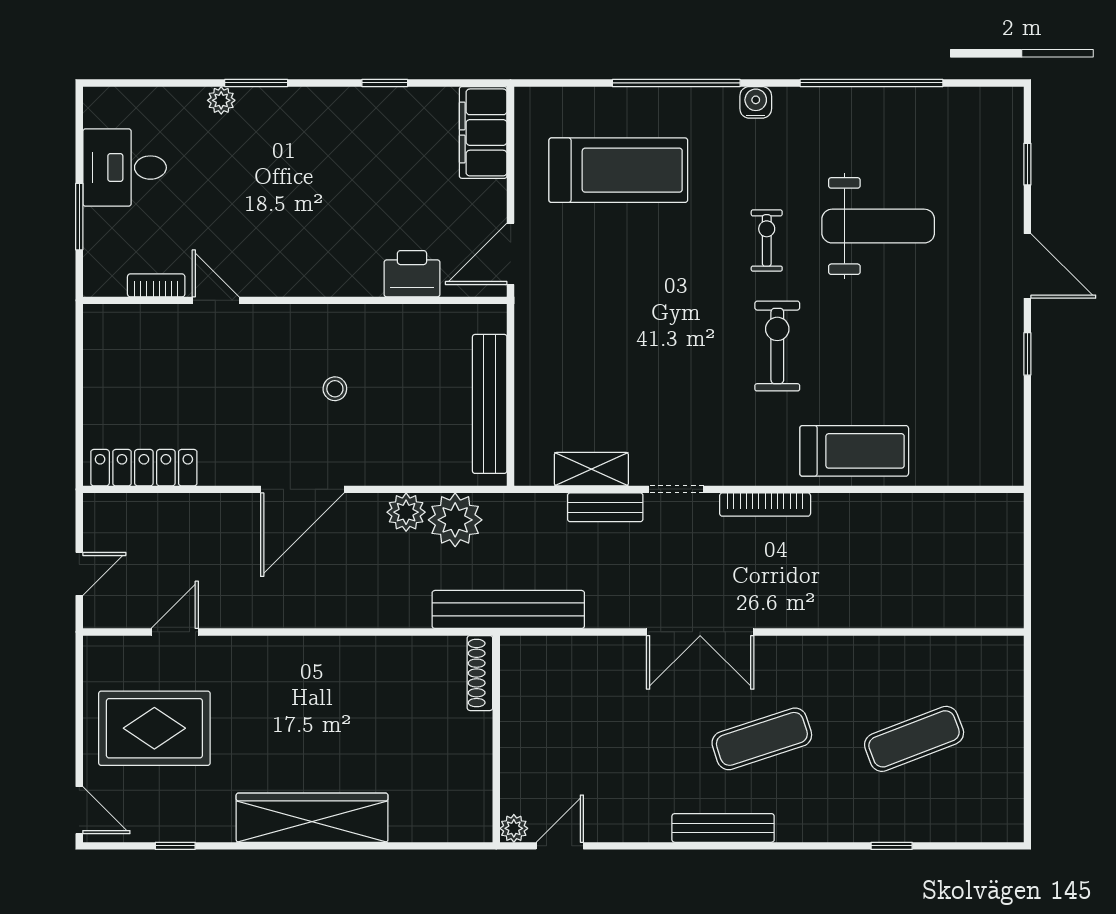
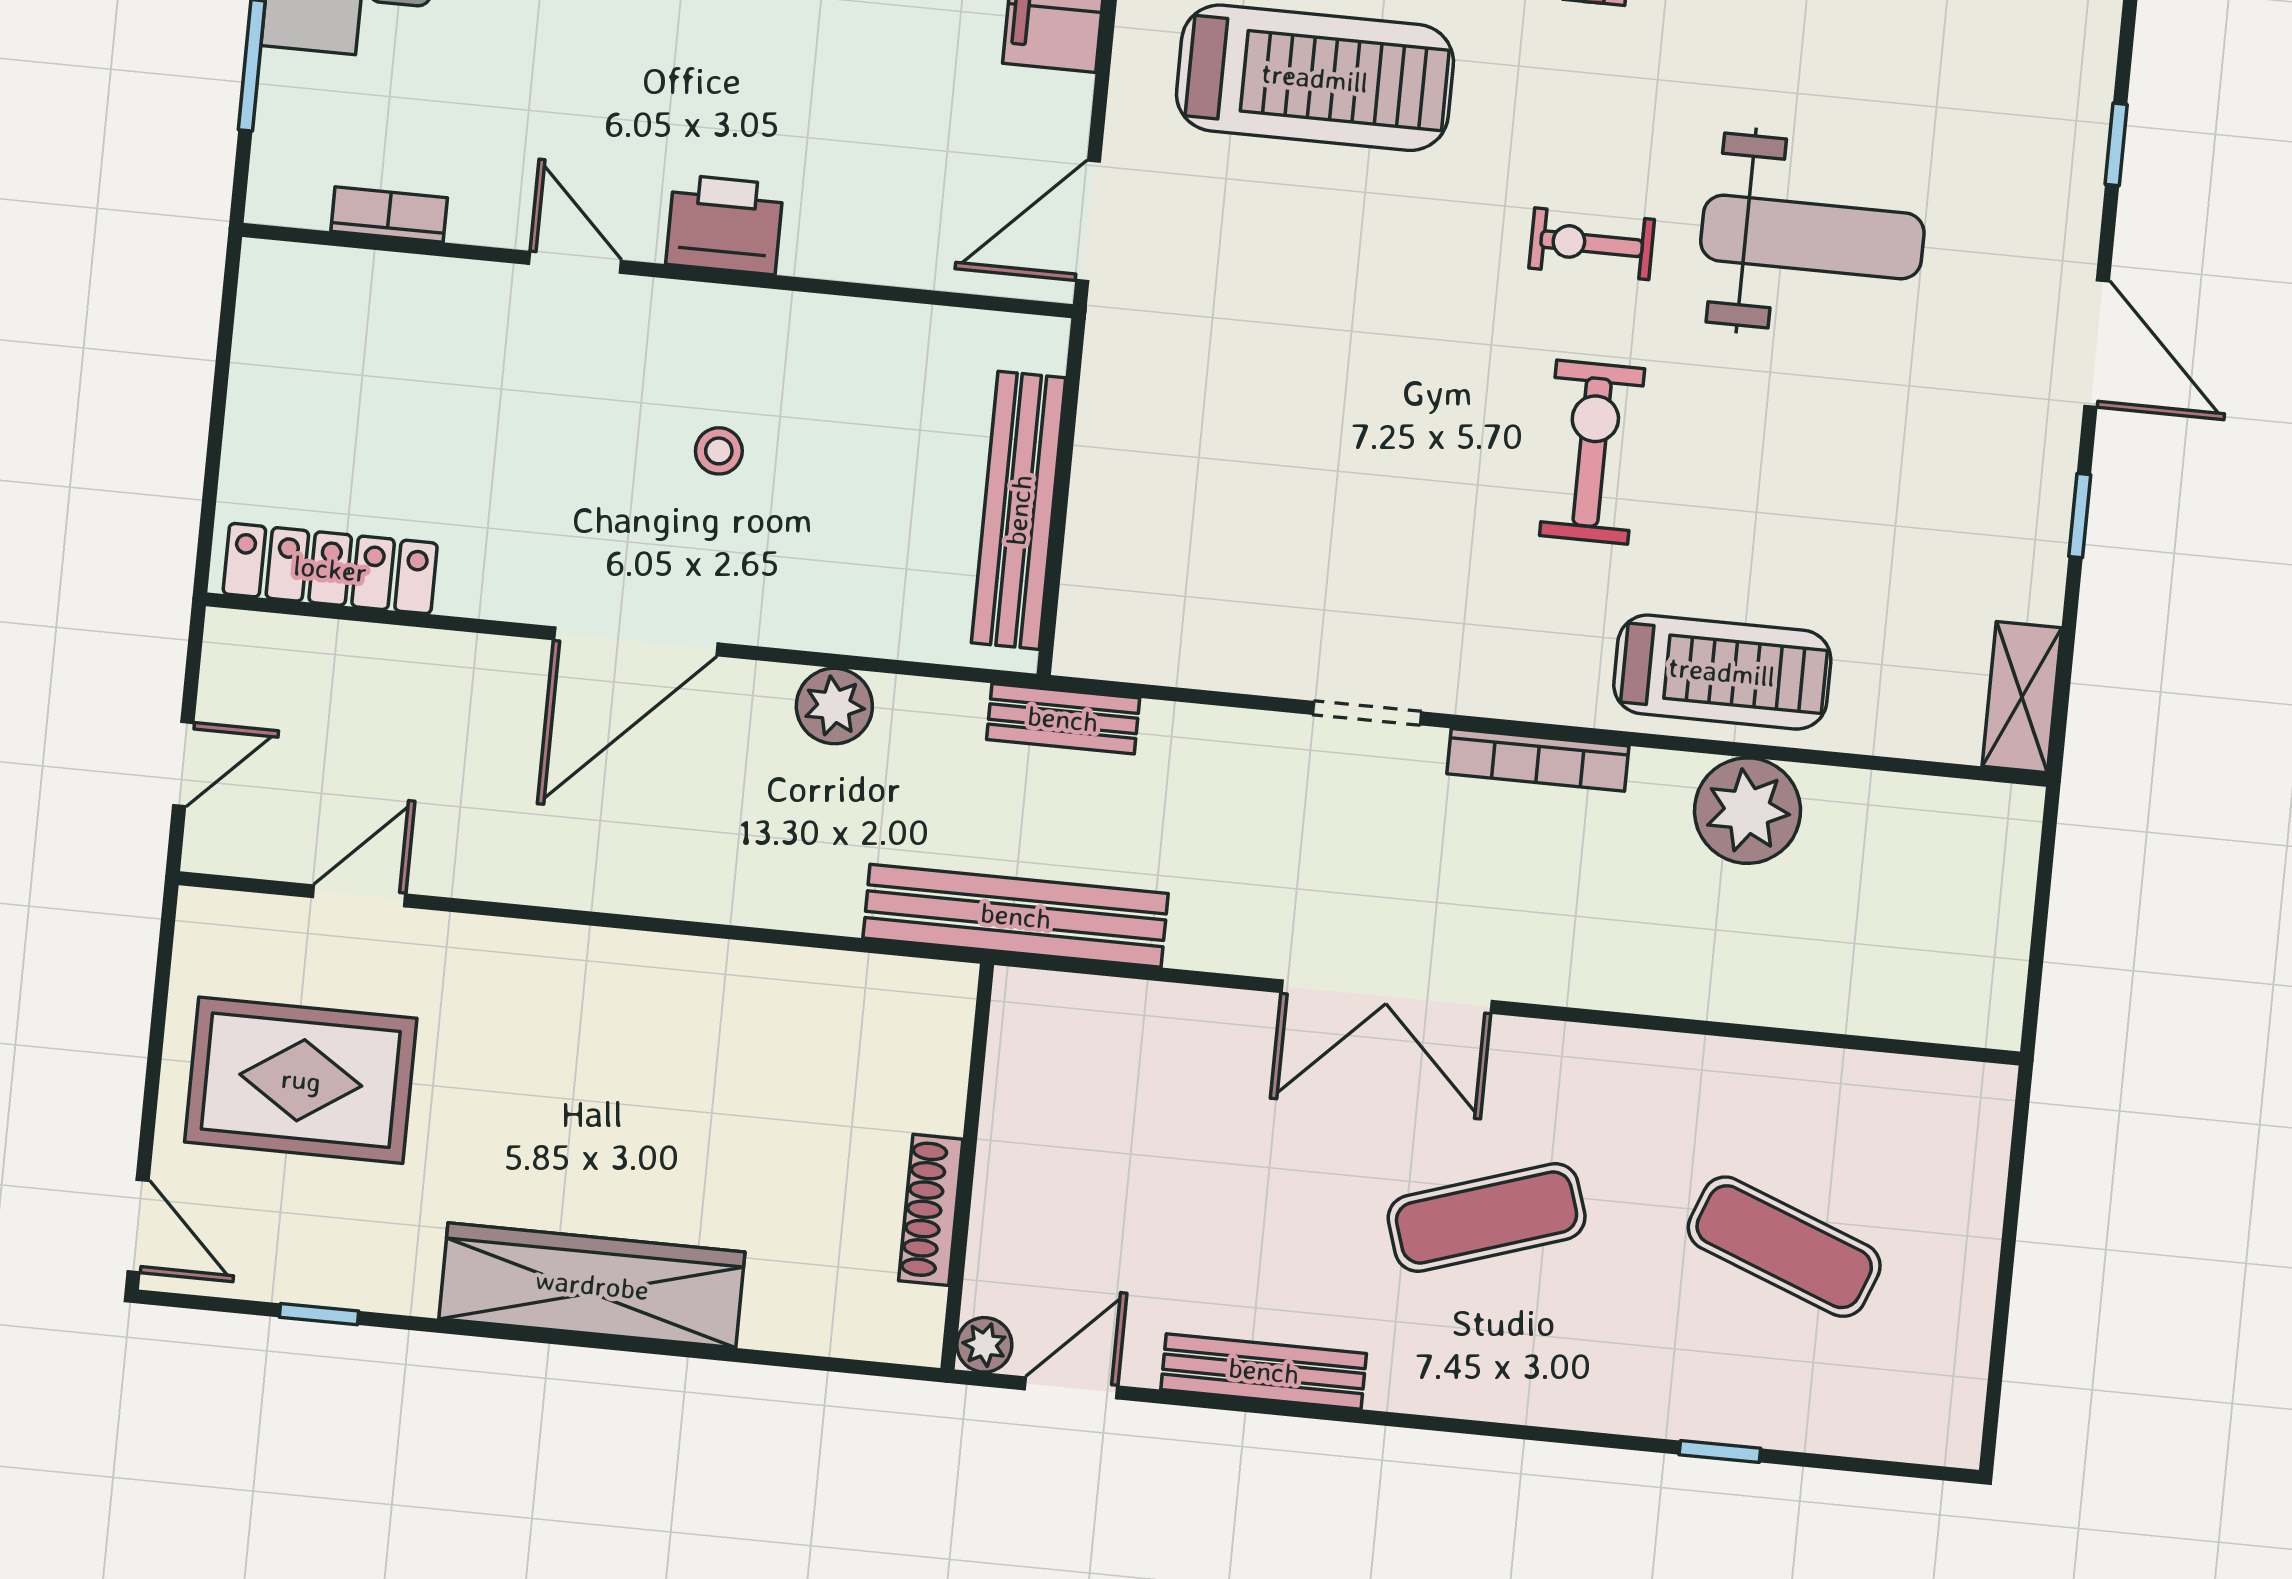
exercise bike: (767, 240) -> (1592, 244), turned -90
printer: (412, 274) -> (725, 224), moved
door: (216, 300) -> (575, 262), moved
shelving: (591, 469) -> (2022, 697), moved, turned 90
bench: (605, 507) -> (1063, 719), moved
plant: (455, 520) -> (1747, 811), moved
shoe rack: (480, 673) -> (931, 1210), moved
exercise mat: (914, 739) -> (1784, 1247), turned 42
bench: (723, 828) -> (1264, 1371), moved

